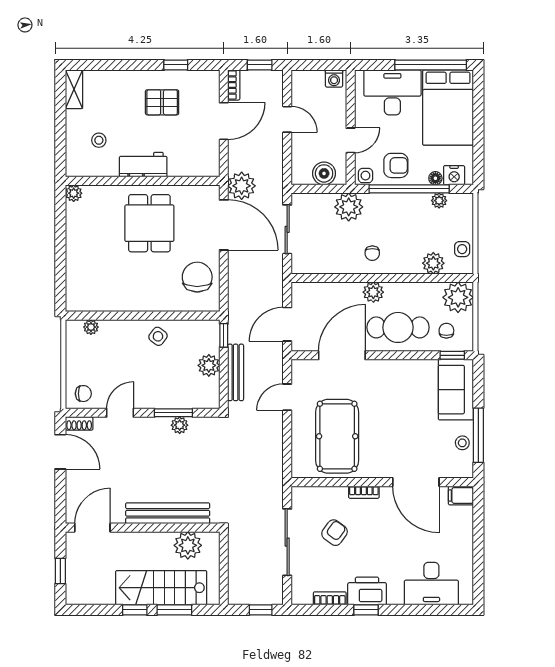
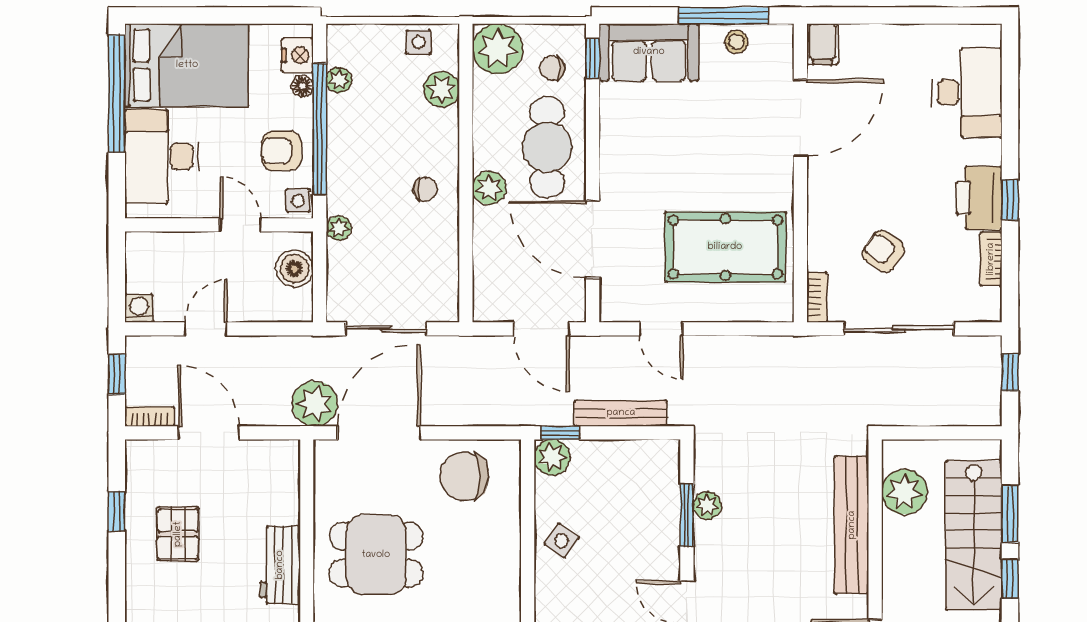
washing machine: (334, 78) -> (139, 308), moved, turned -90
armchair: (396, 165) -> (281, 151), turned -90
plant: (349, 207) -> (339, 228), width x0.53, depth x0.53
plant: (209, 365) -> (552, 457), moved
bookcase: (364, 492) -> (817, 297), moved

